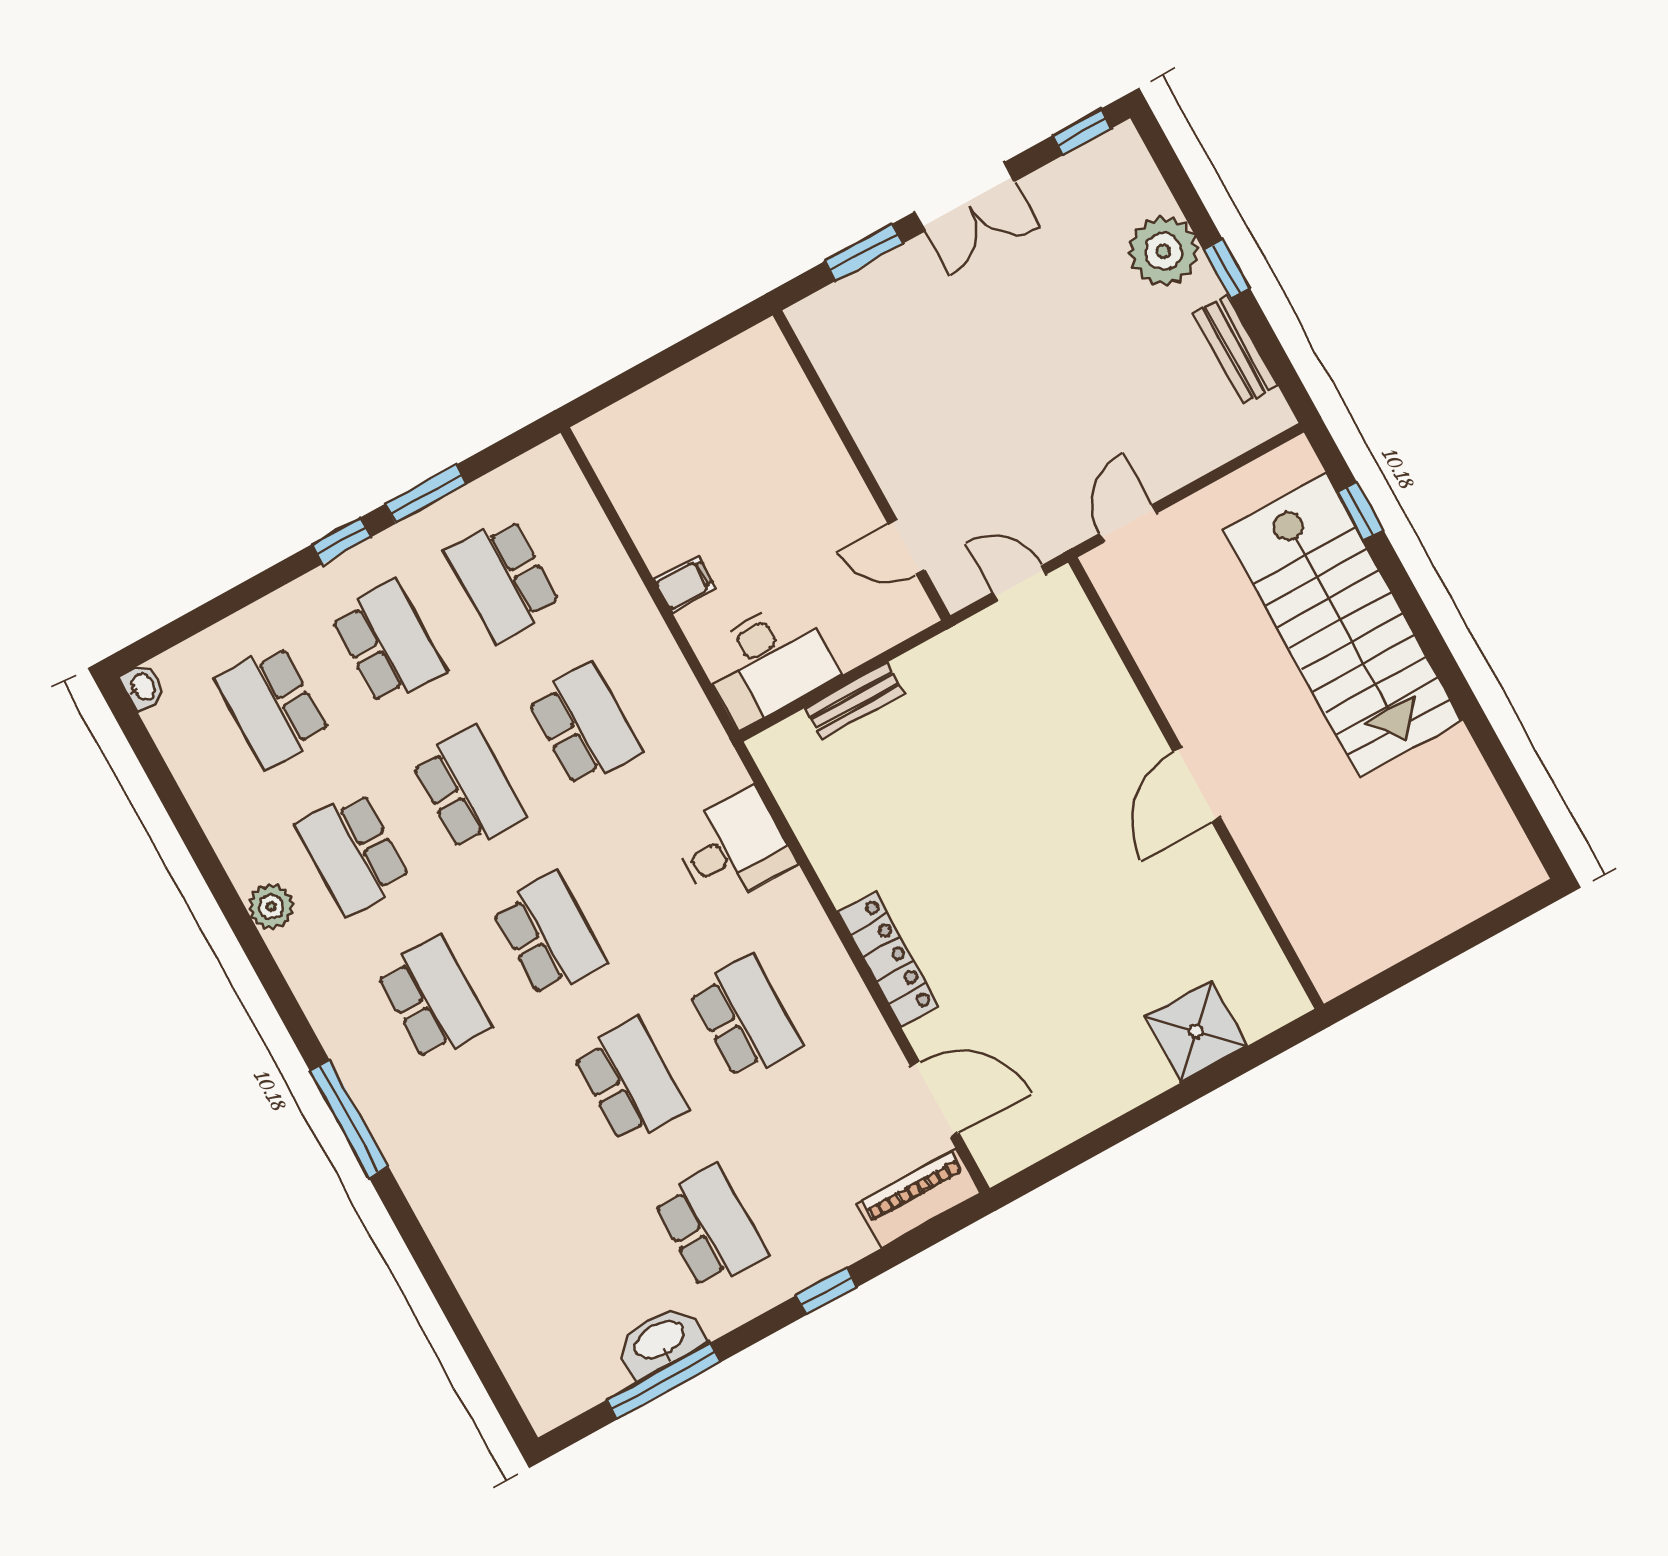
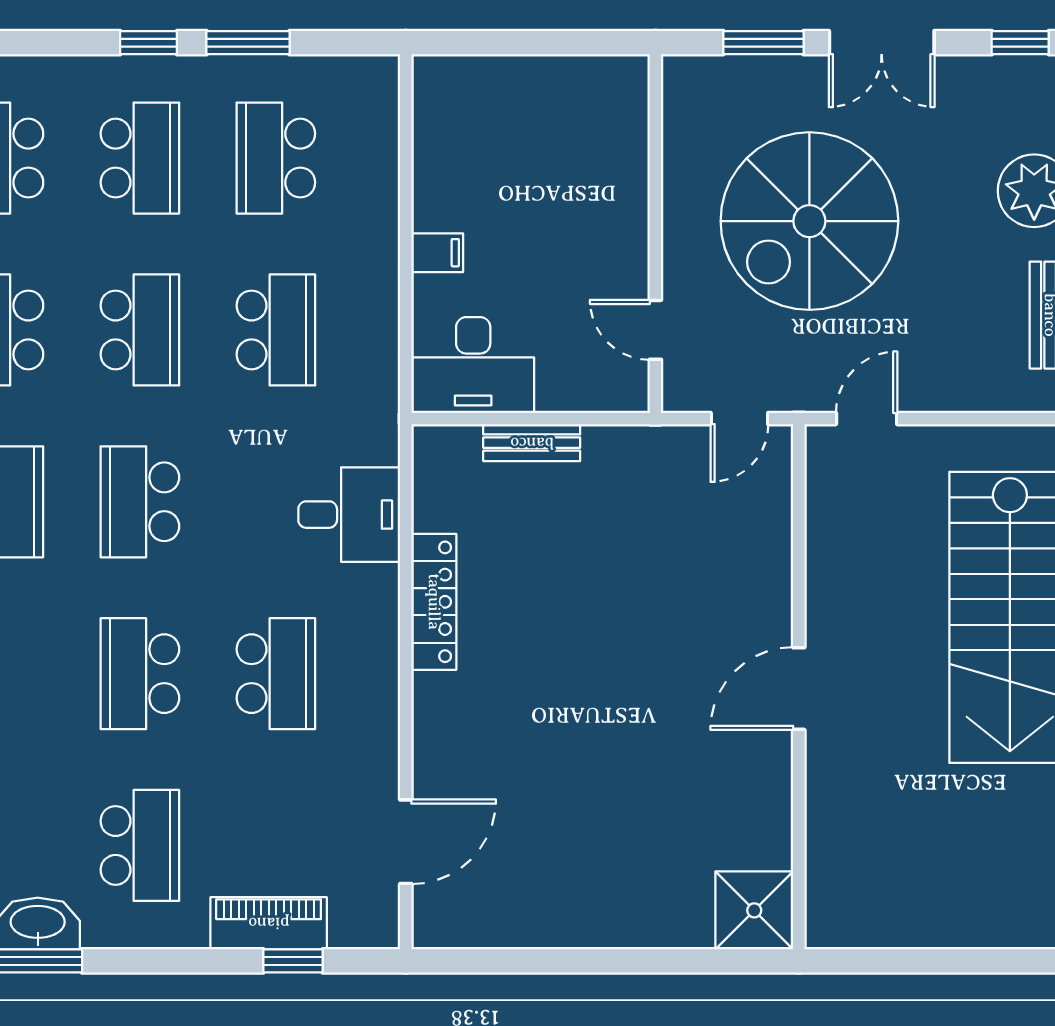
spiral stairs: (987, 382) -> (809, 221), added
door: (1020, 583) -> (739, 419), swing flipped
school desk: (549, 935) -> (140, 502), turned 180
locker: (888, 959) -> (434, 602), moved
shower: (1196, 1031) -> (754, 910), moved
school desk: (630, 1081) -> (140, 674), turned 180
door: (935, 1099) -> (406, 842), hinge flipped
piano: (919, 1199) -> (269, 923), moved
window: (826, 1291) -> (293, 961), moved

